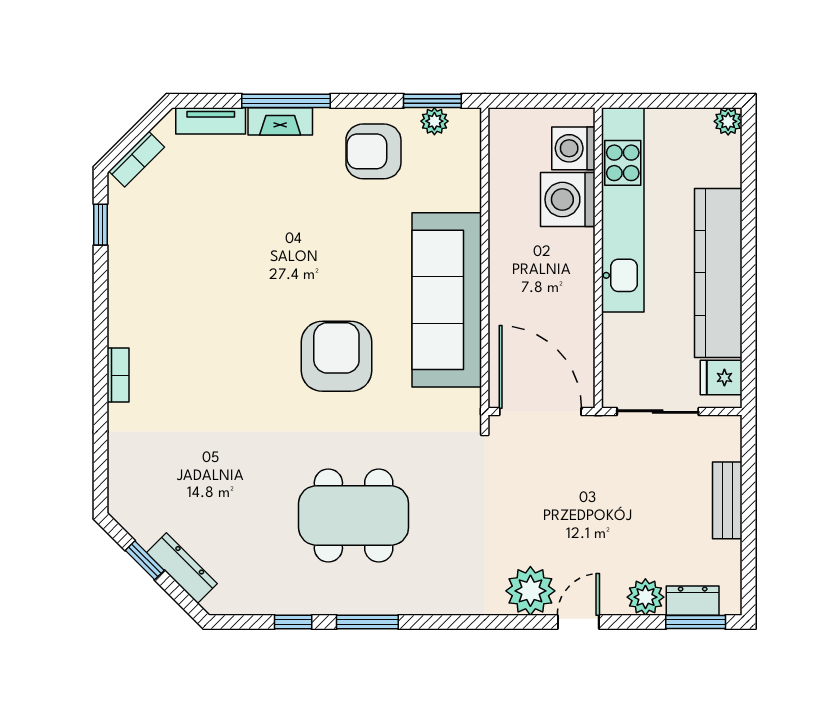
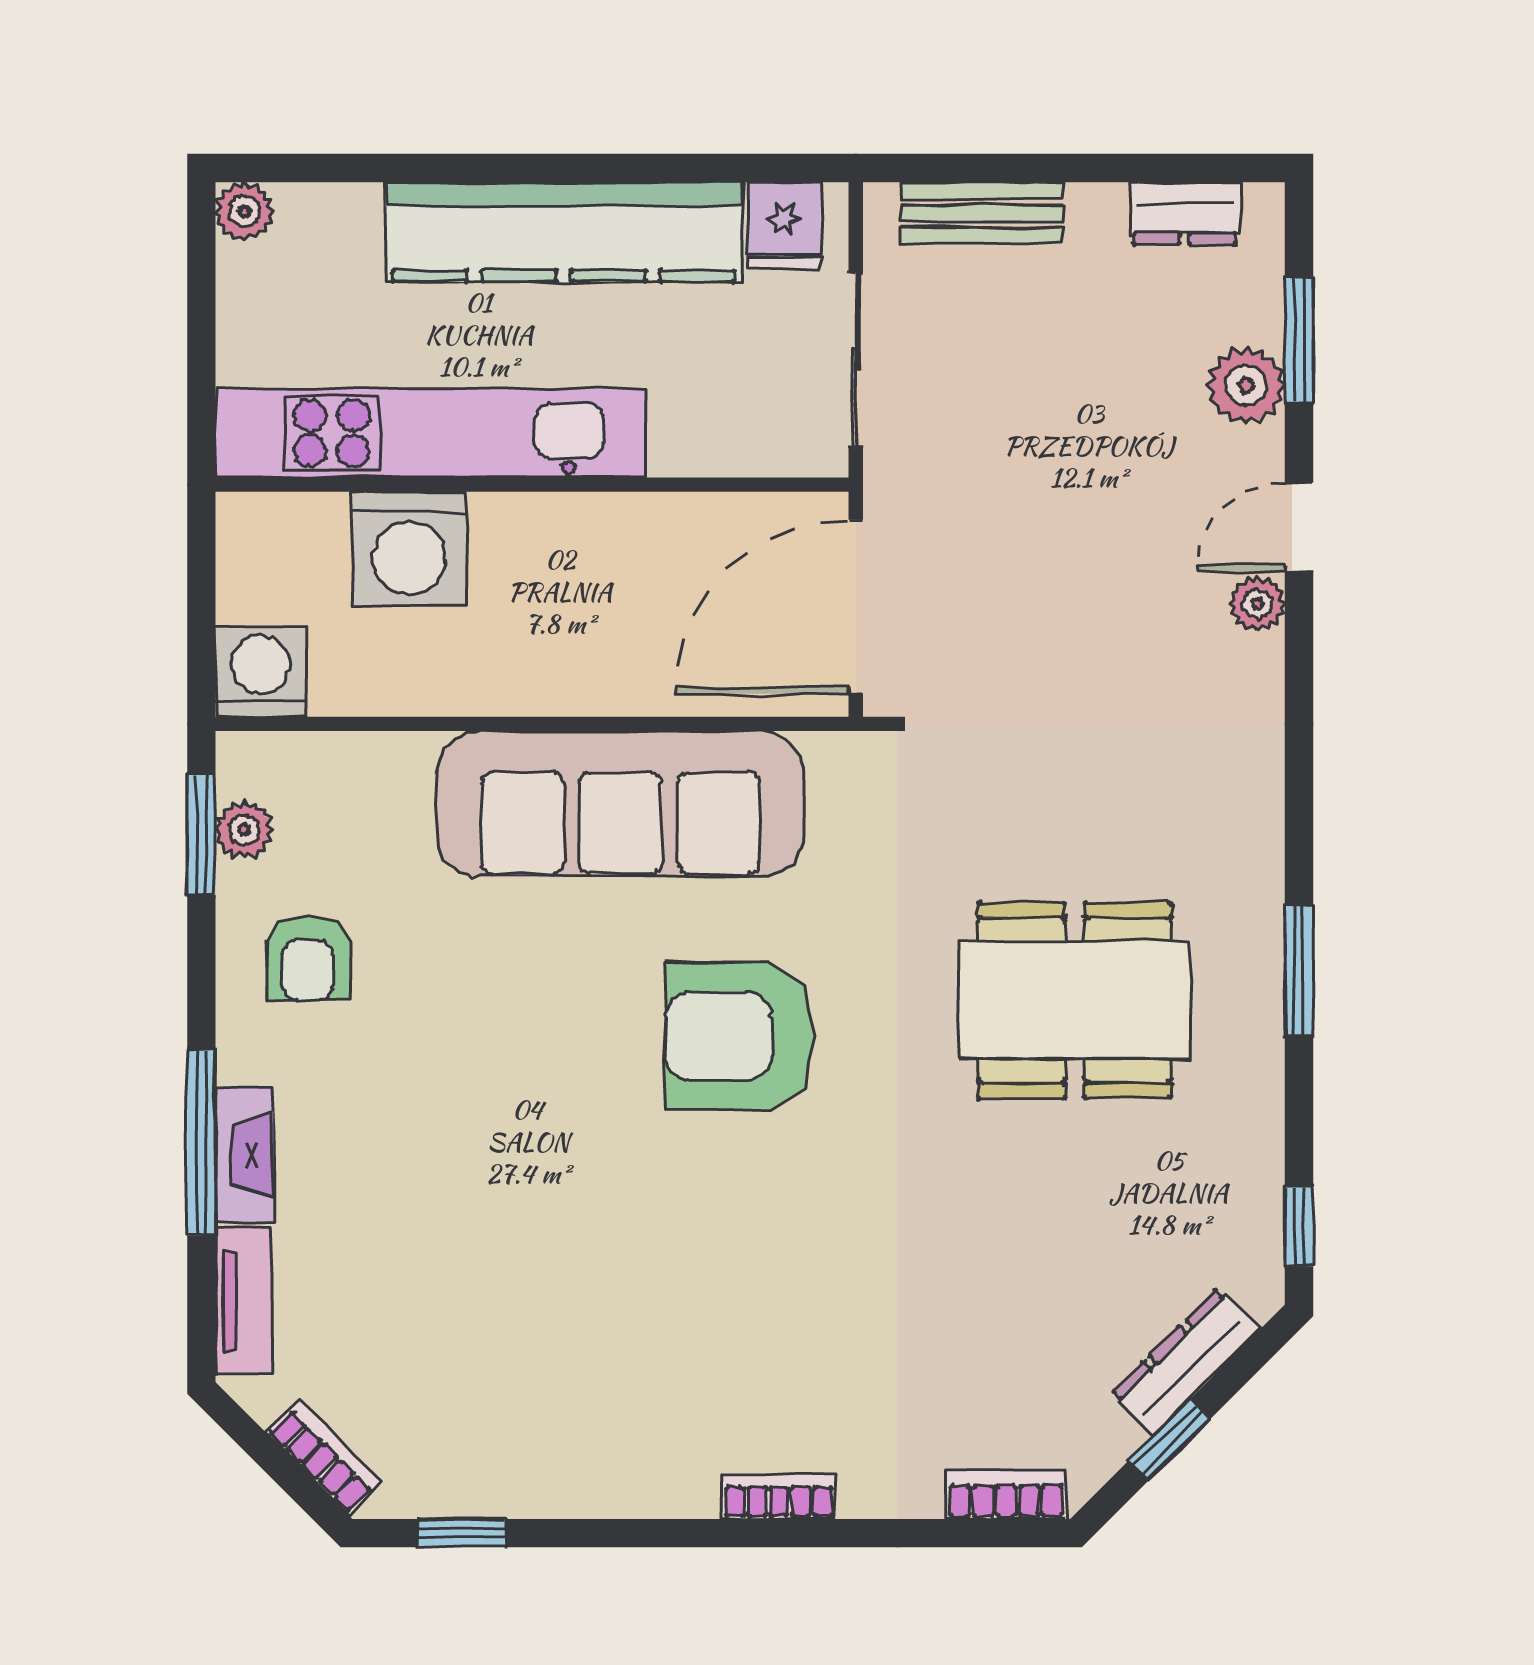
washing machine: (573, 148) -> (261, 672), moved, turned 180
armchair: (373, 151) -> (308, 958), width x0.72, depth x0.72
bookcase: (119, 483) -> (1006, 1495), added
bench: (727, 500) -> (982, 213), moved
dining table: (354, 515) -> (1075, 1000), turned 90
plant: (530, 591) -> (1257, 604), width x0.53, depth x0.53
dresser: (693, 601) -> (1185, 213), moved, turned -90
window: (293, 622) -> (1299, 1226), moved
door: (578, 622) -> (1299, 527), hinge flipped
window: (696, 622) -> (1299, 340), moved

